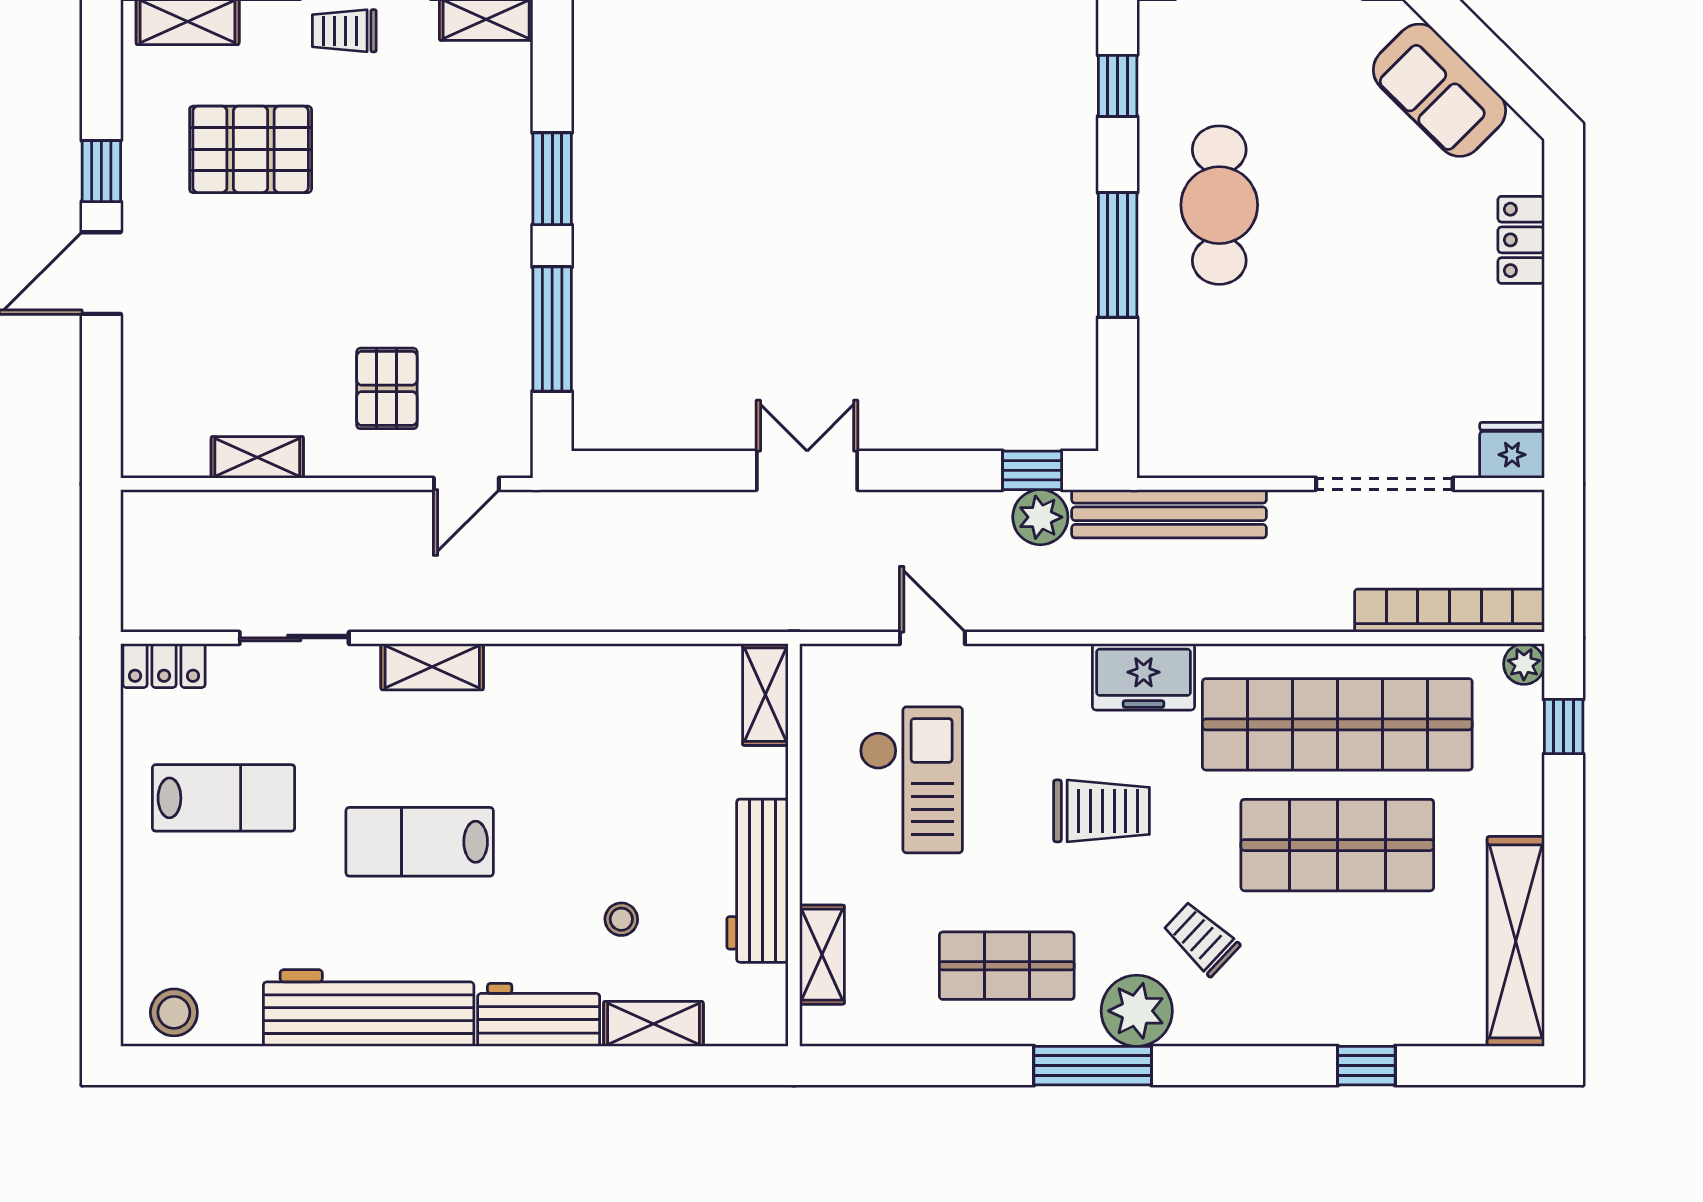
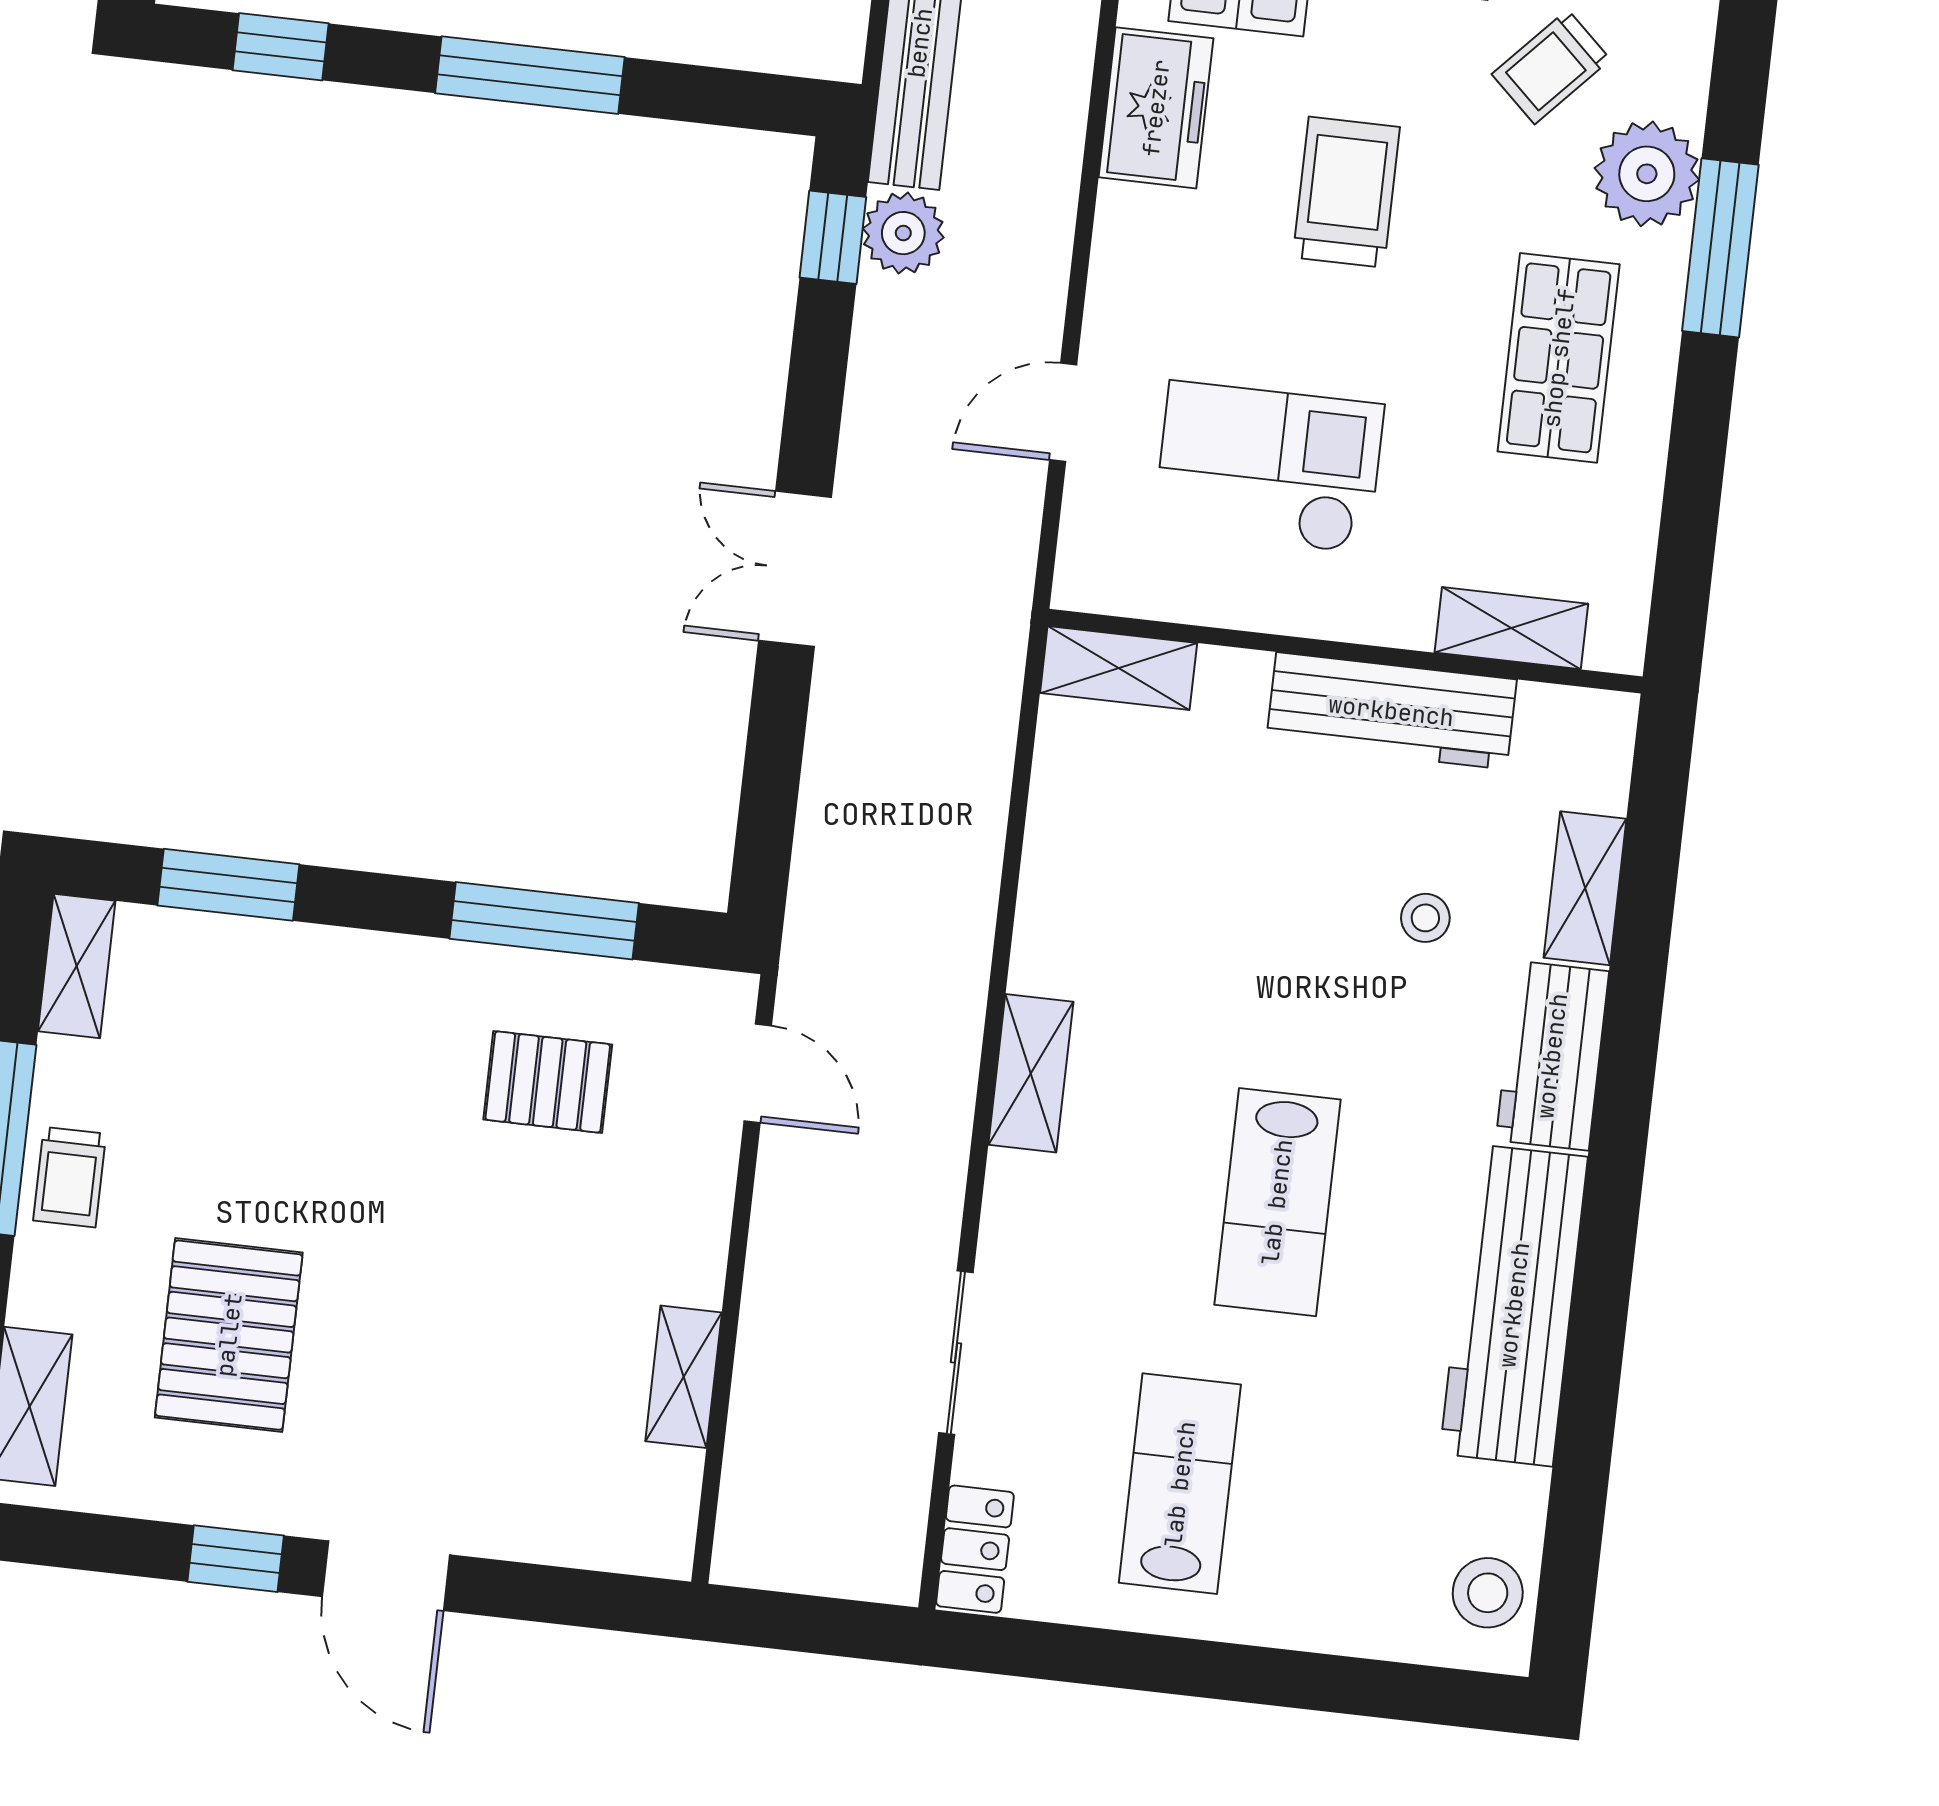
window: (552, 179) -> (228, 885), moved
pallet: (387, 388) -> (548, 1082), moved
shelving: (432, 667) -> (1031, 1073), moved

